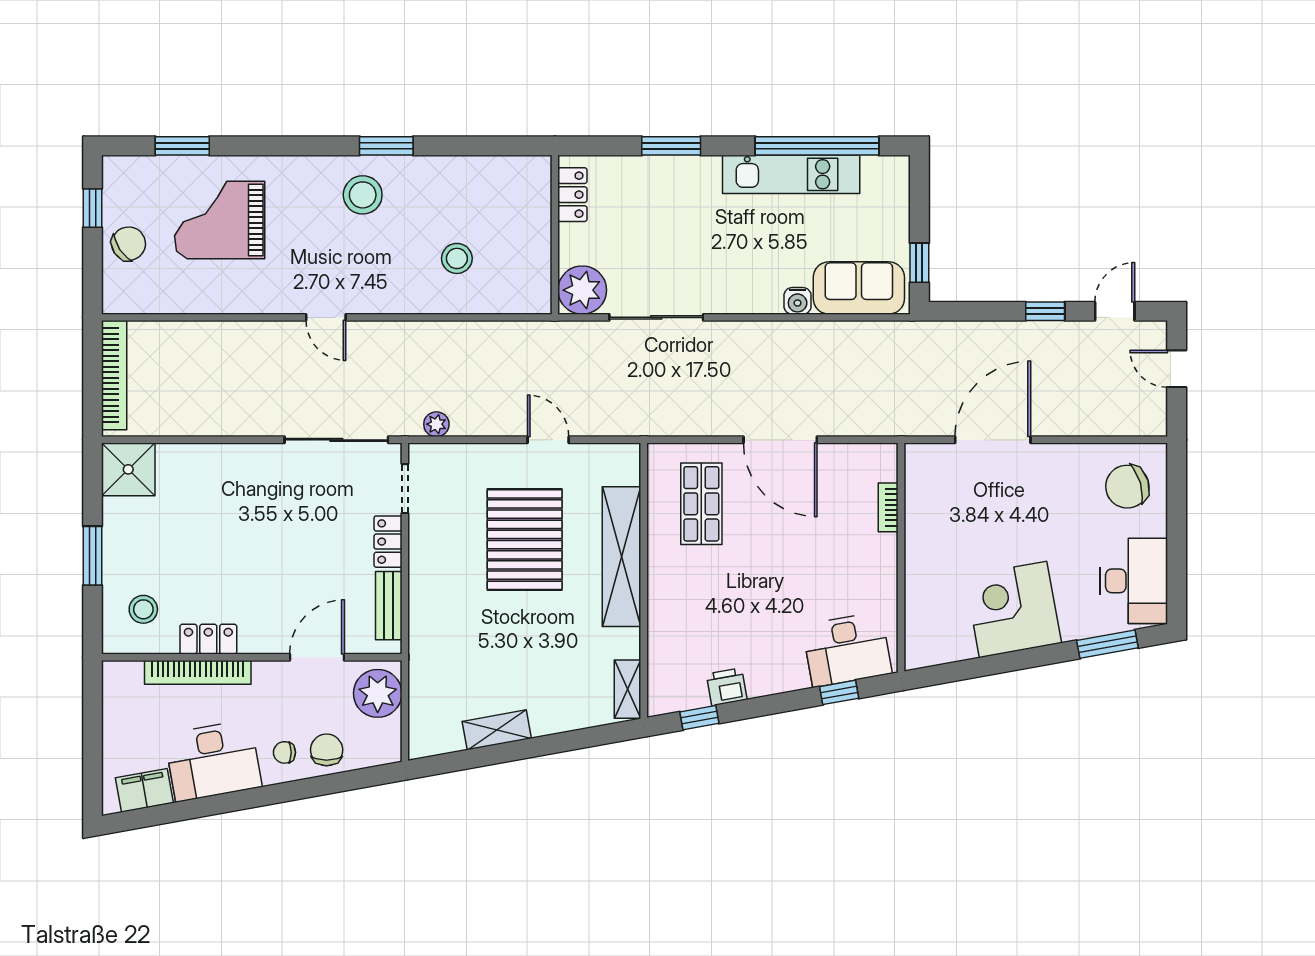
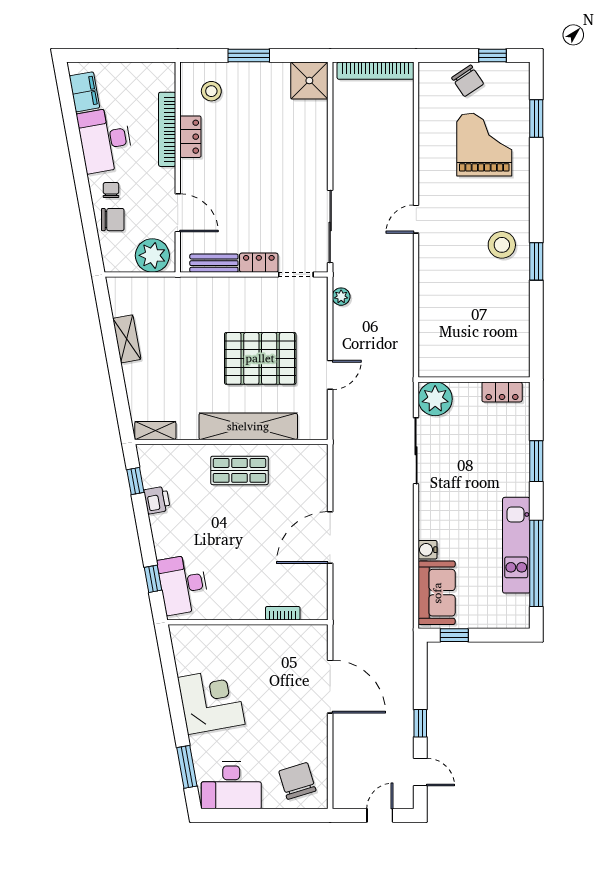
stool: (457, 258) -> (457, 311), removed
shop shelf: (701, 504) -> (239, 470), moved

